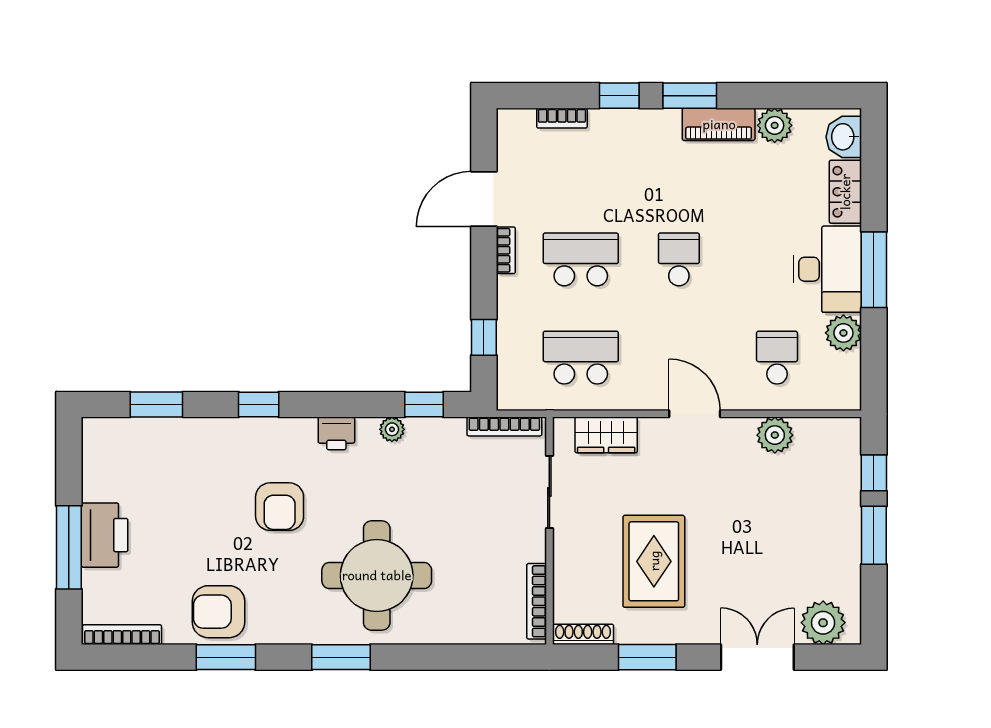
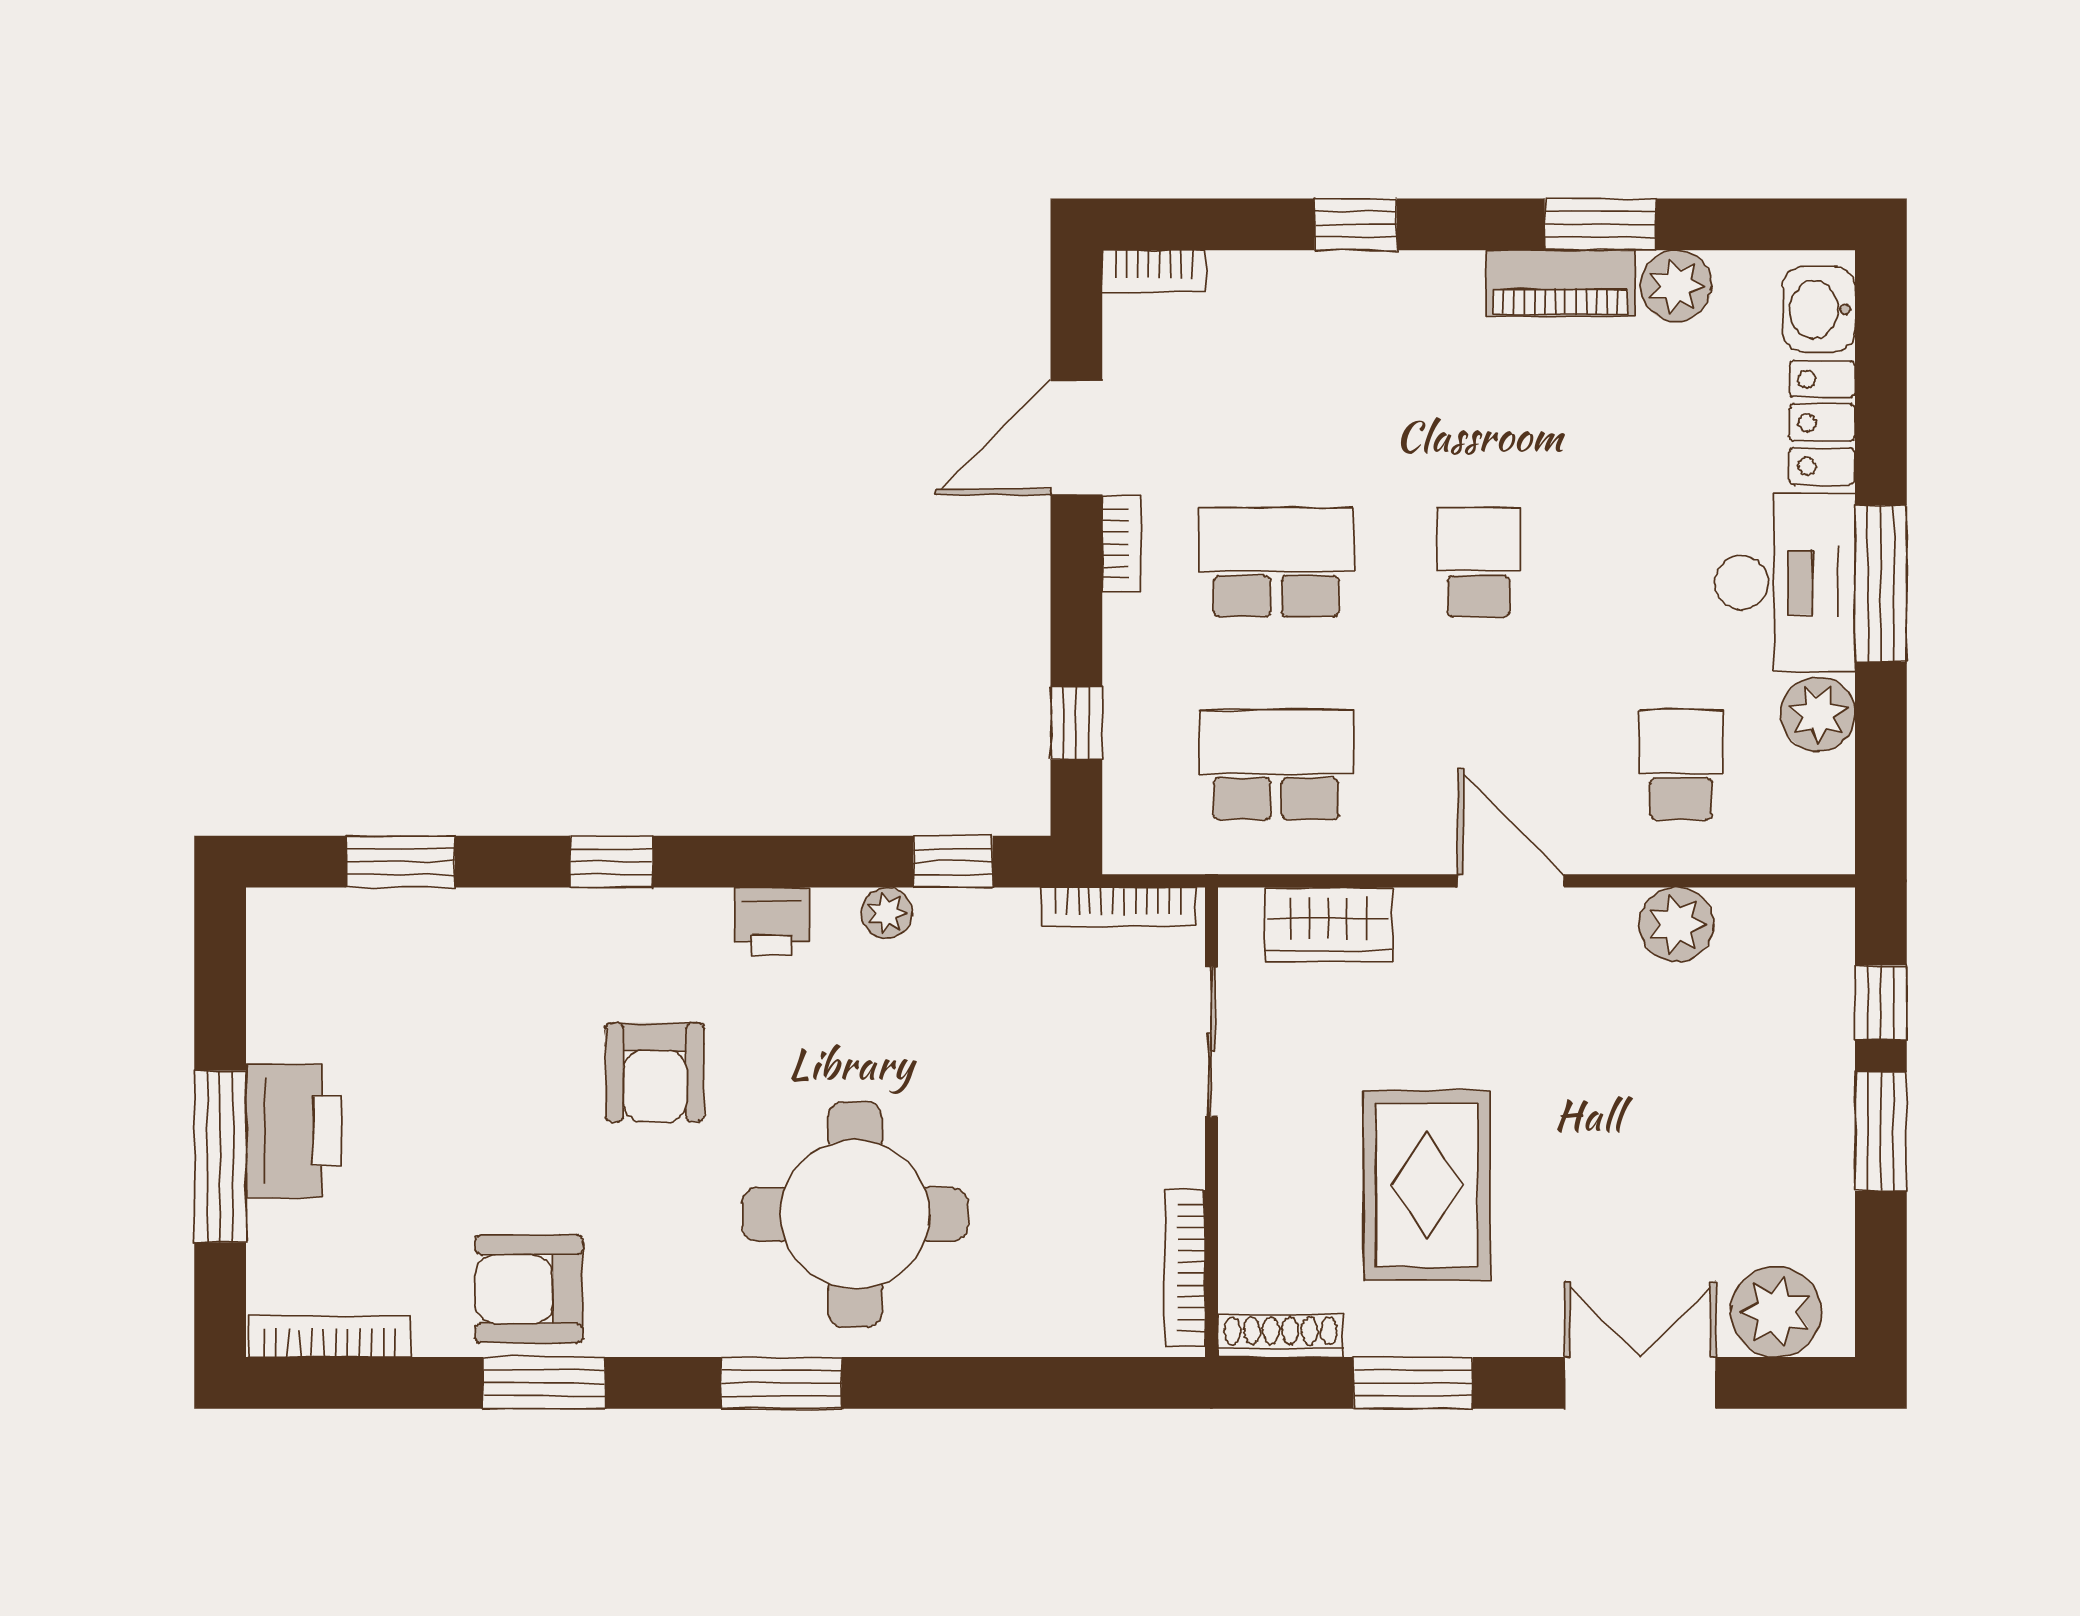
window: (690, 96) -> (1600, 224), moved
bookcase: (562, 118) -> (1154, 271), moved

